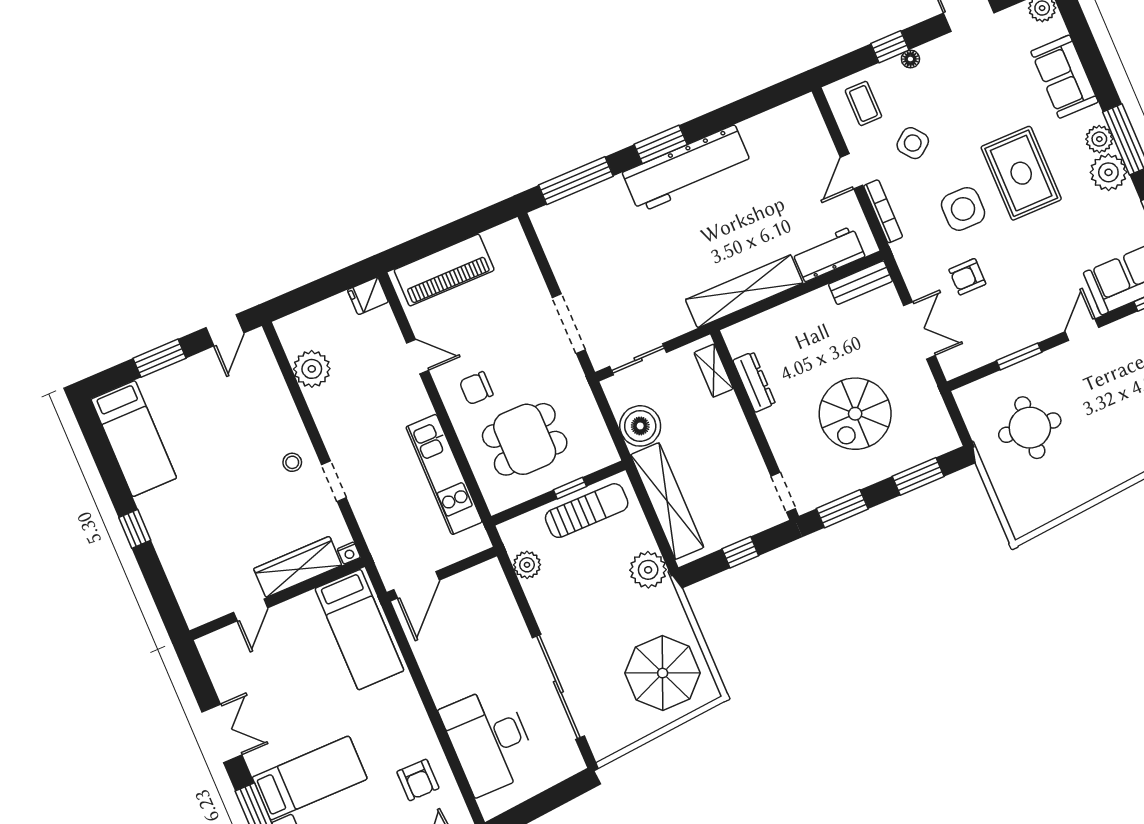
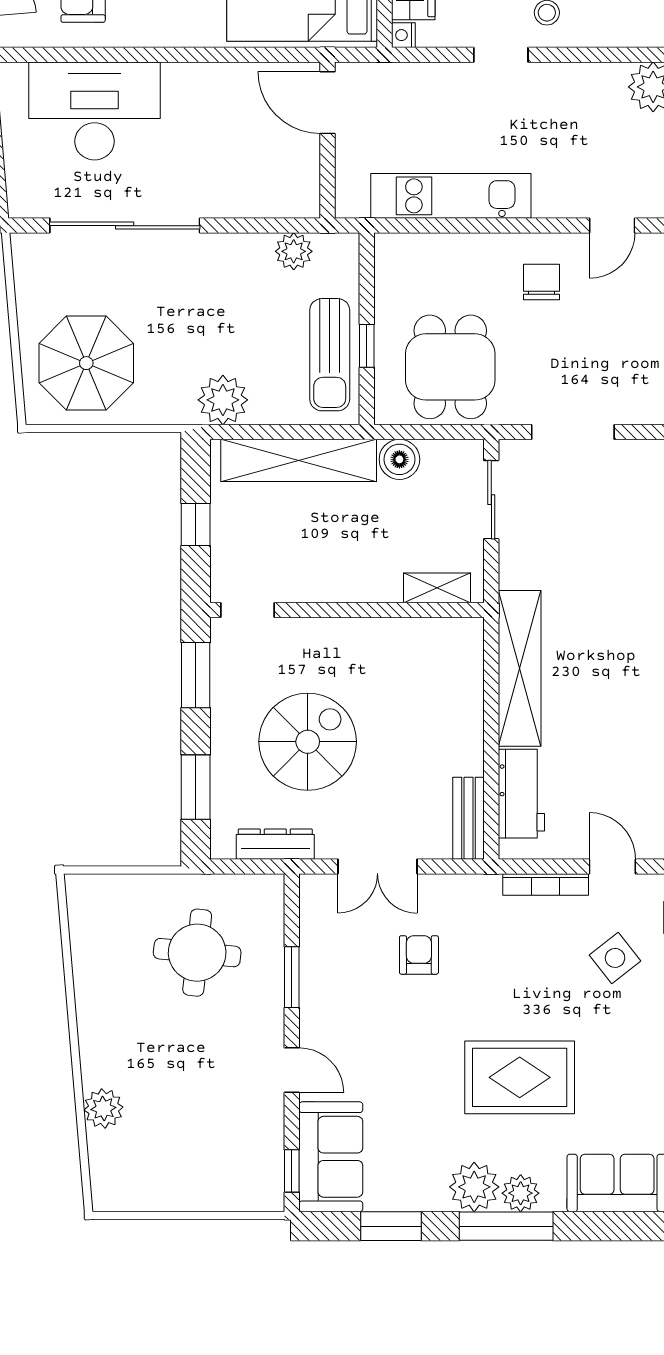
side table: (963, 209) -> (506, 986), removed
dresser: (754, 382) -> (275, 844), moved, turned 180
spiral stairs: (855, 414) -> (308, 742), turned 90
boiler: (640, 426) -> (399, 459), width x0.73, depth x0.73
dining table: (525, 439) -> (450, 367), moved

